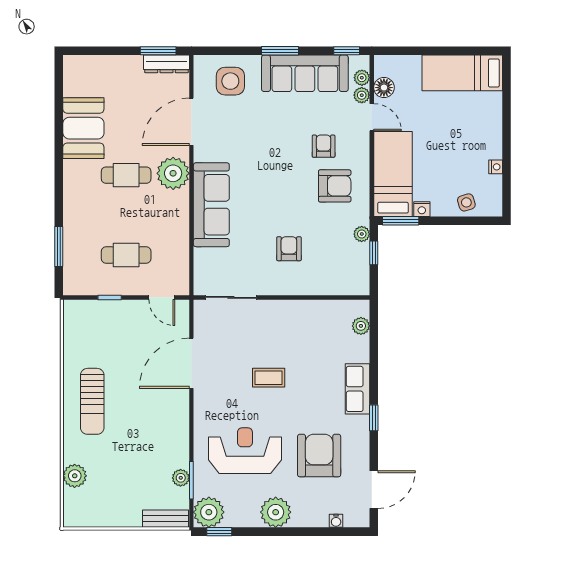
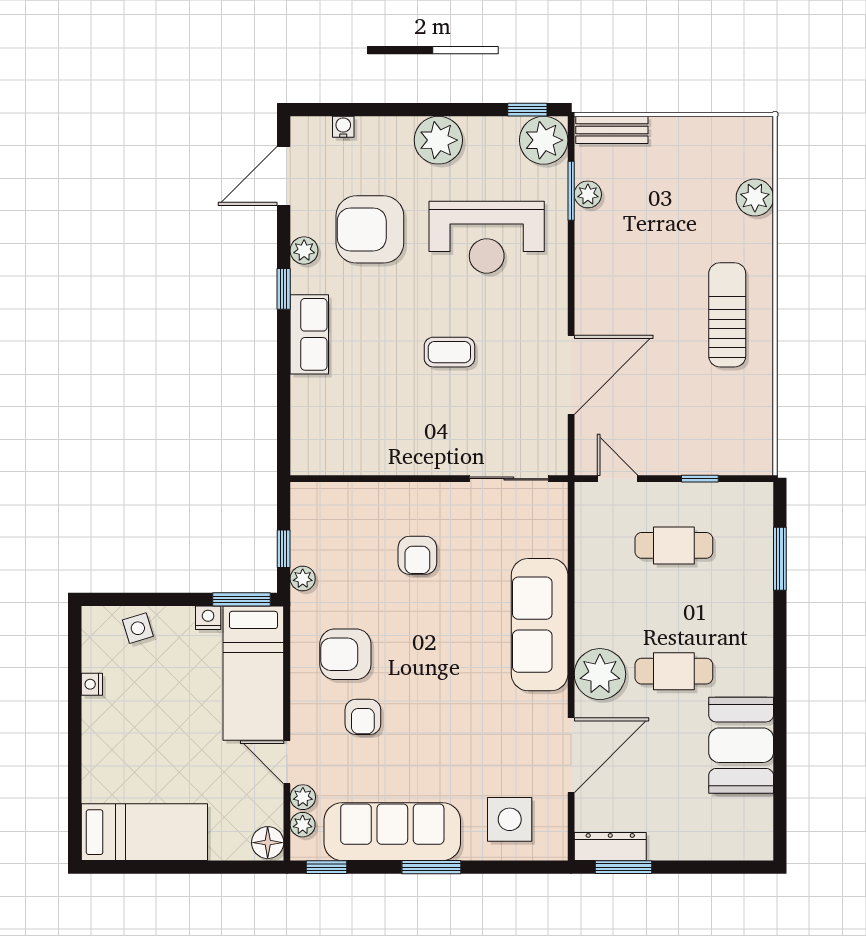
floor lamp: (384, 88) -> (268, 843), moved
plant: (361, 326) -> (304, 251), moved
armchair: (319, 456) -> (370, 229), turned 90

